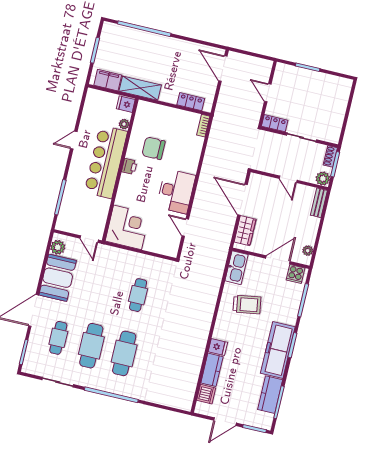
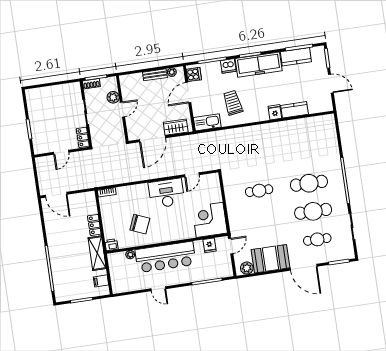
door: (223, 68) -> (56, 195), hinge flipped
filing cabinet: (108, 80) -> (101, 281), width x0.50
locker: (191, 102) -> (94, 225), moved
fridge: (126, 104) -> (209, 245), moved
chair: (153, 148) -> (140, 224), turned -67
printer: (129, 166) -> (111, 245), moved
plant: (323, 179) -> (113, 97), moved
bench: (319, 203) -> (155, 75), moved
door: (278, 260) -> (188, 93), hinge flipped
dishwasher: (206, 394) -> (228, 66), moved, turned 180

